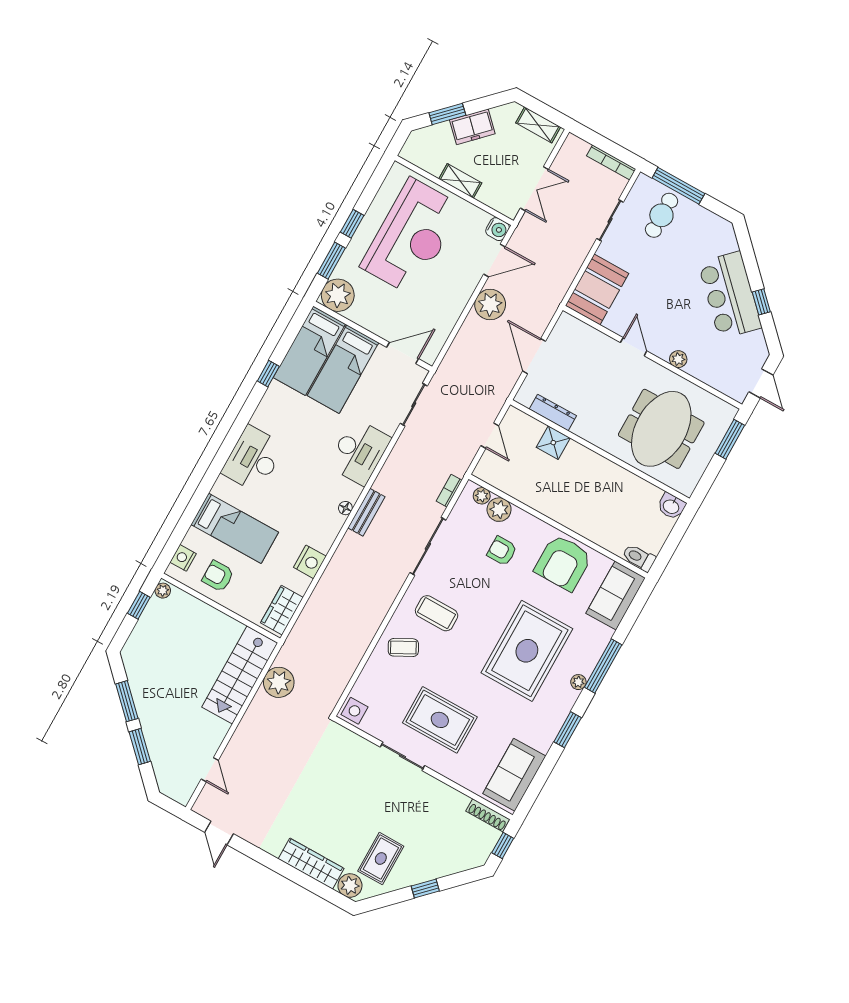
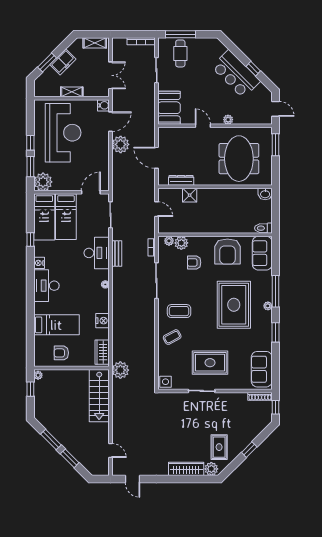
bench: (366, 512) -> (117, 254), moved
nightstand: (183, 558) -> (39, 263), moved
plant: (279, 682) -> (120, 370), moved

